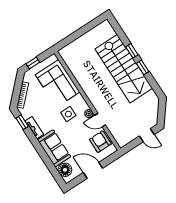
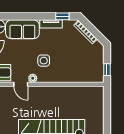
window: (33, 63) -> (107, 70), moved
corner sofa: (58, 83) -> (76, 68), removed
door: (100, 120) -> (21, 84), swing flipped

